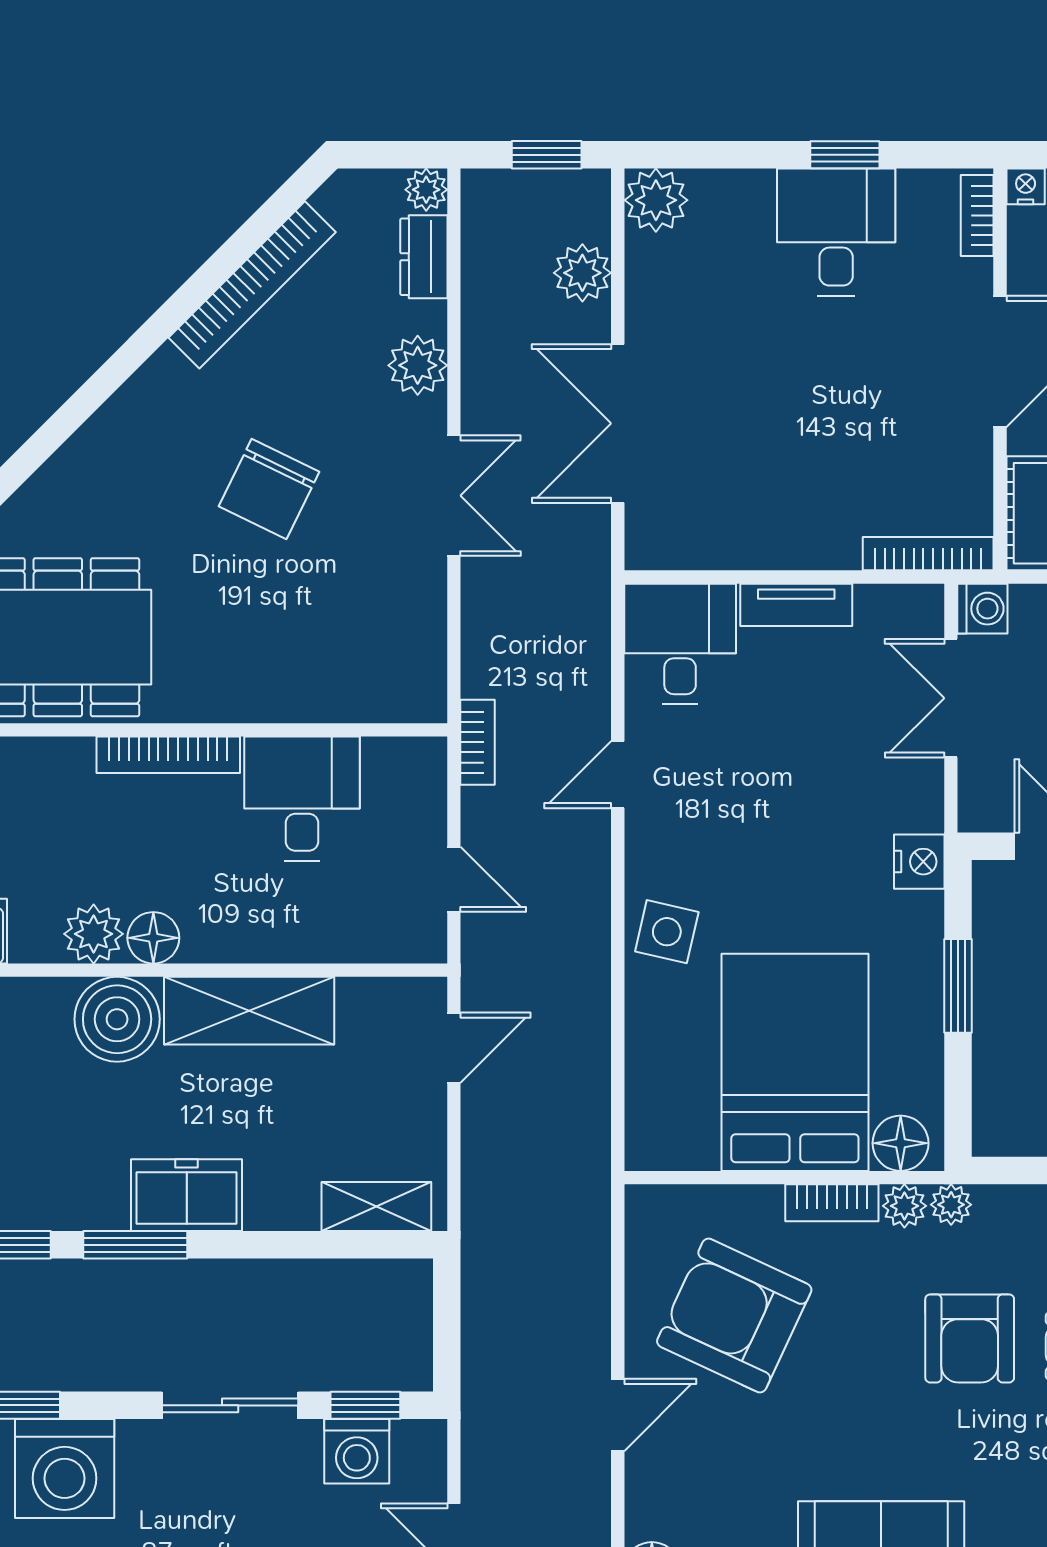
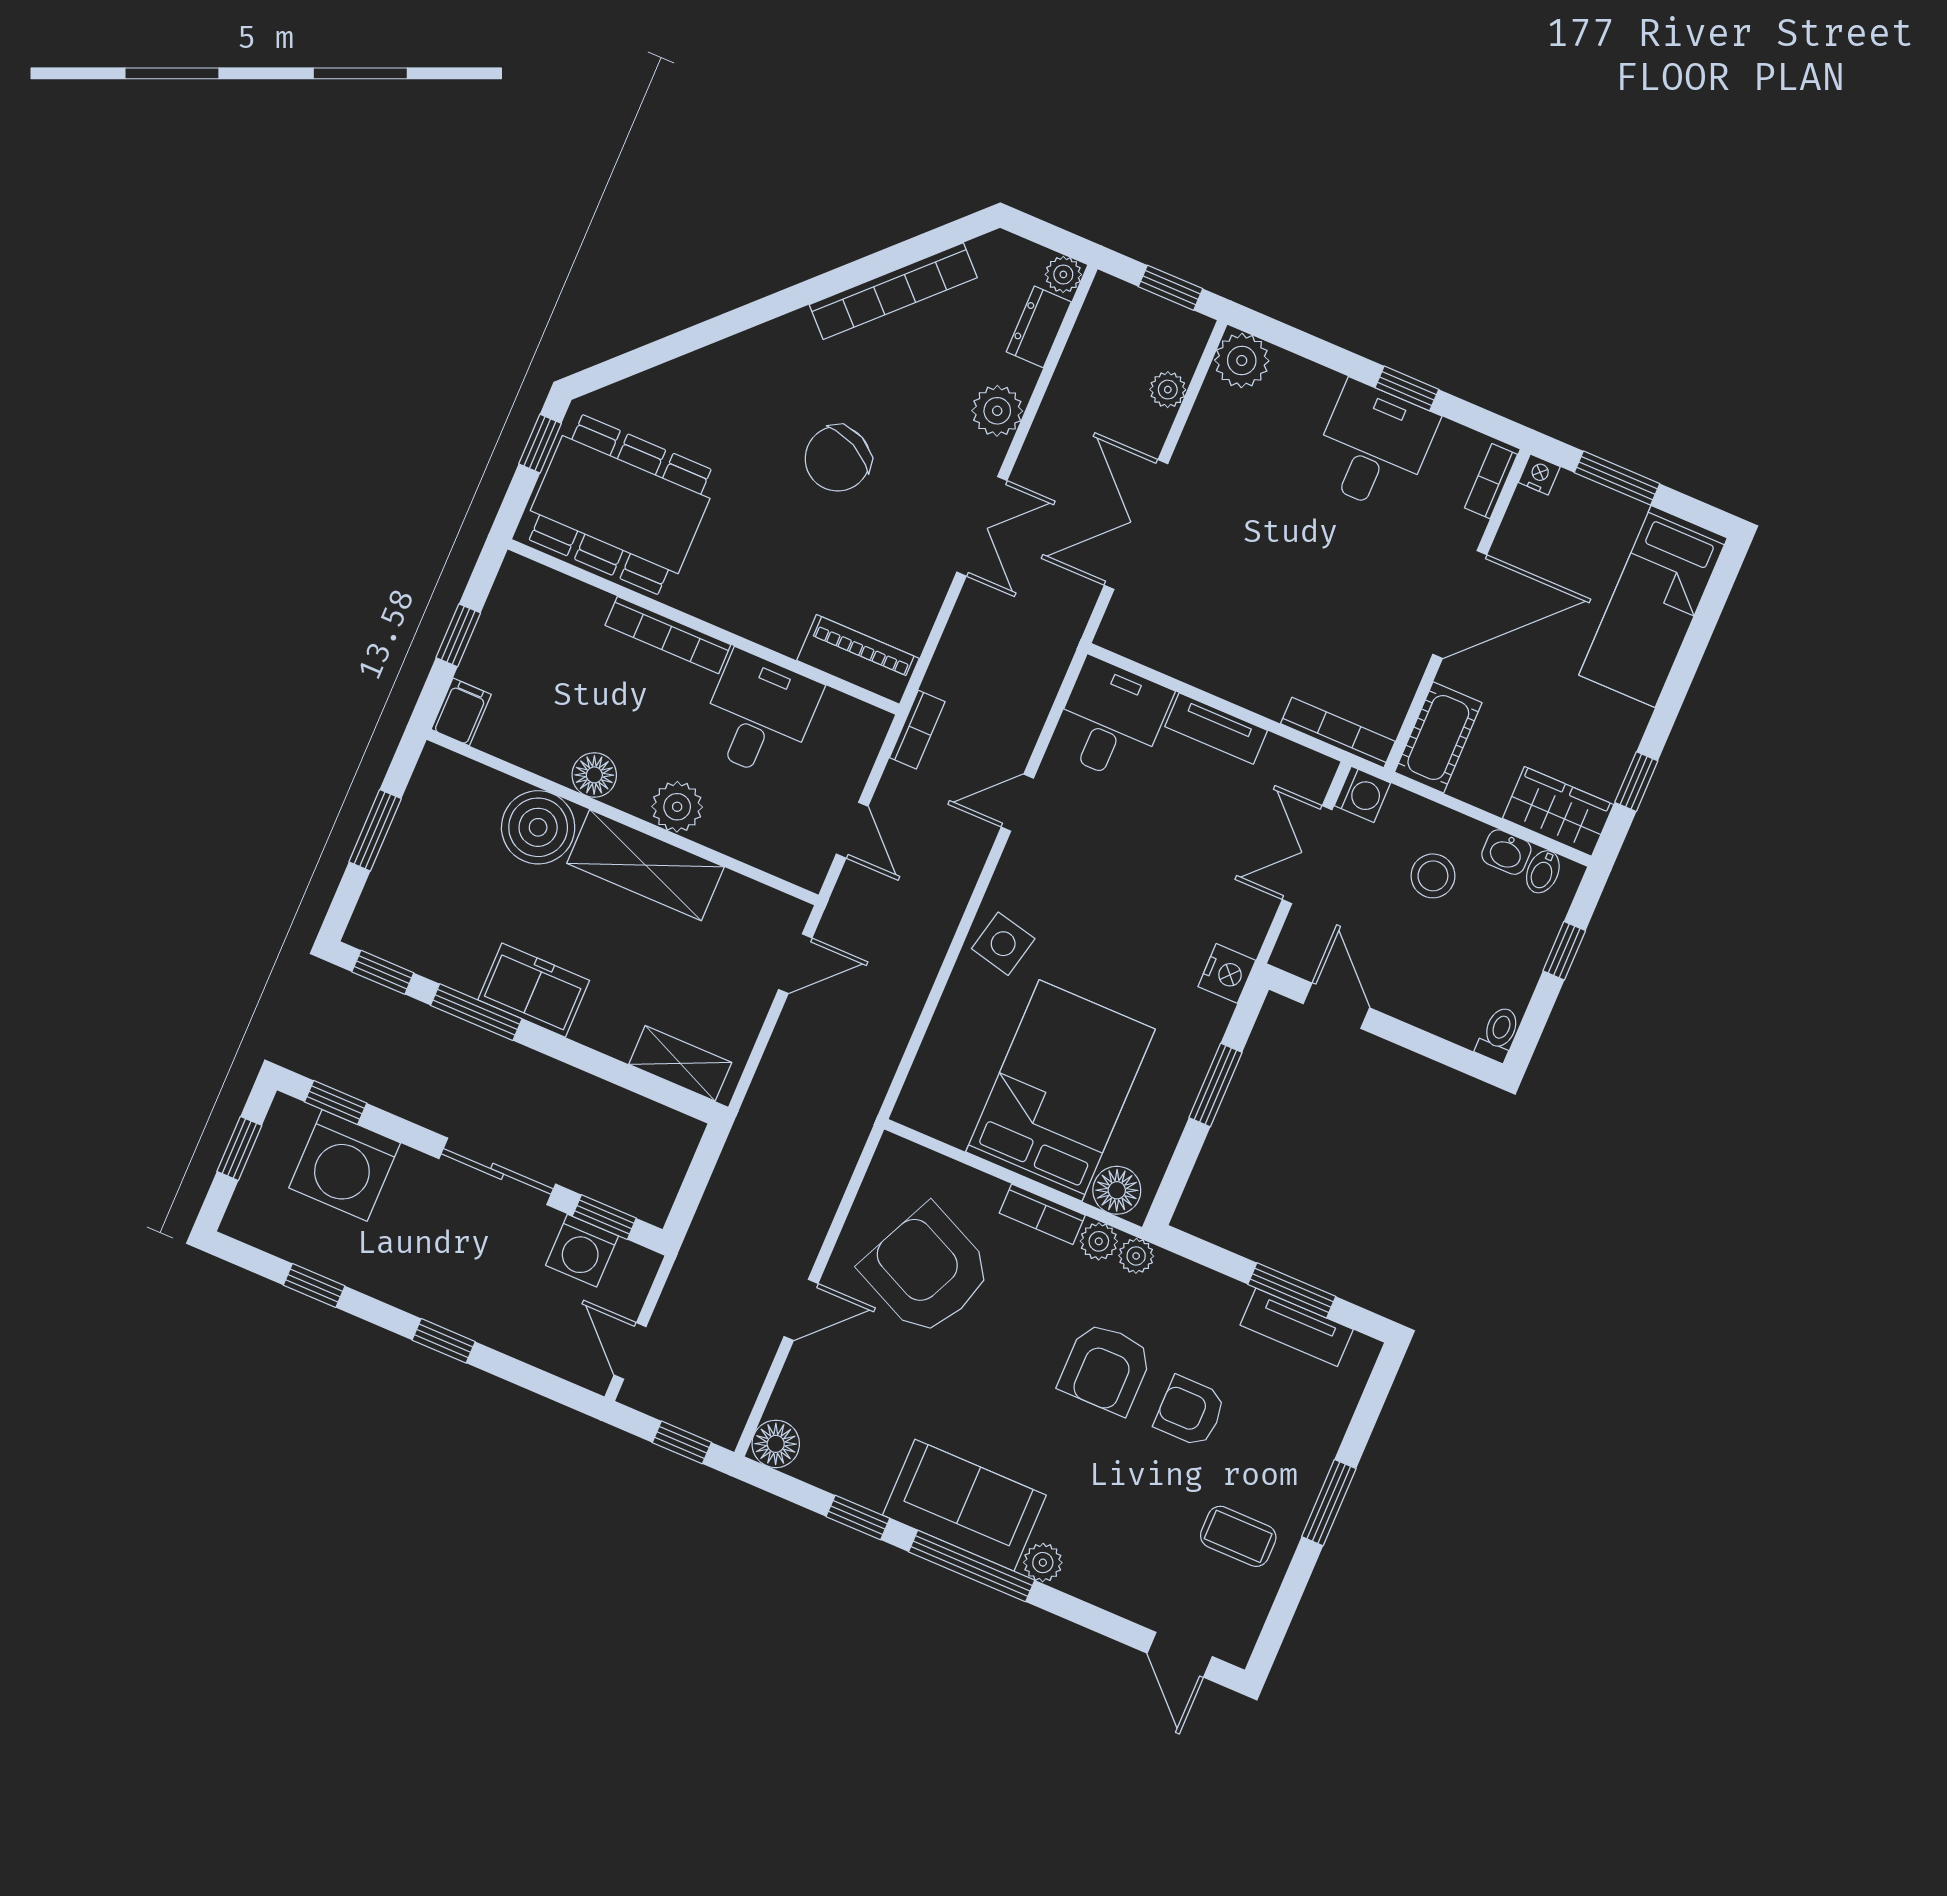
plant: (582, 273) -> (1168, 390), width x0.73, depth x0.73
piano: (382, 694) -> (858, 659), added
plant: (94, 934) -> (677, 807), moved

